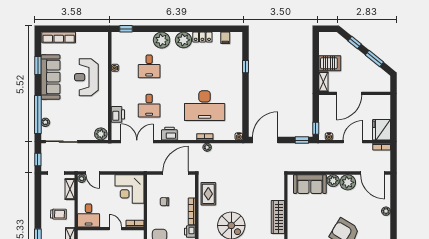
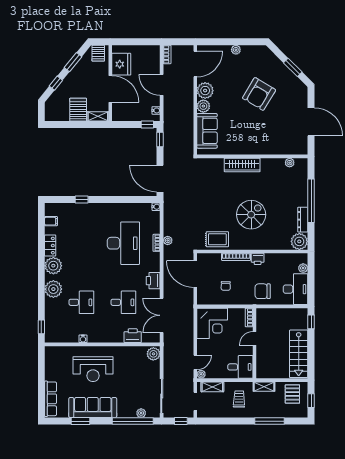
server rack: (383, 82) -> (98, 53), added
fridge: (382, 130) -> (121, 64), moved, turned -90

